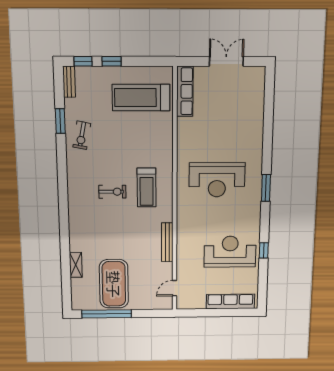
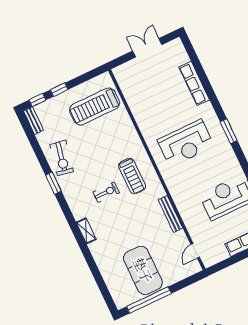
row of seats: (185, 91) -> (194, 83), moved, turned 180
window: (60, 121) -> (53, 183), moved
exercise bike: (82, 135) -> (62, 158), width x1.38, depth x1.39
shelving: (76, 265) -> (86, 231), moved

